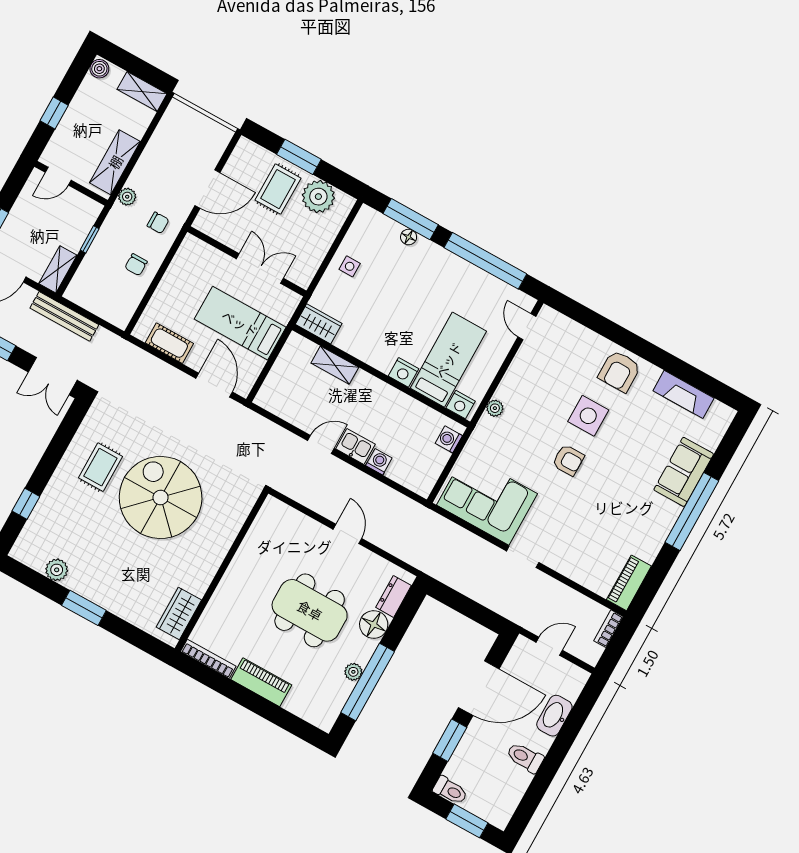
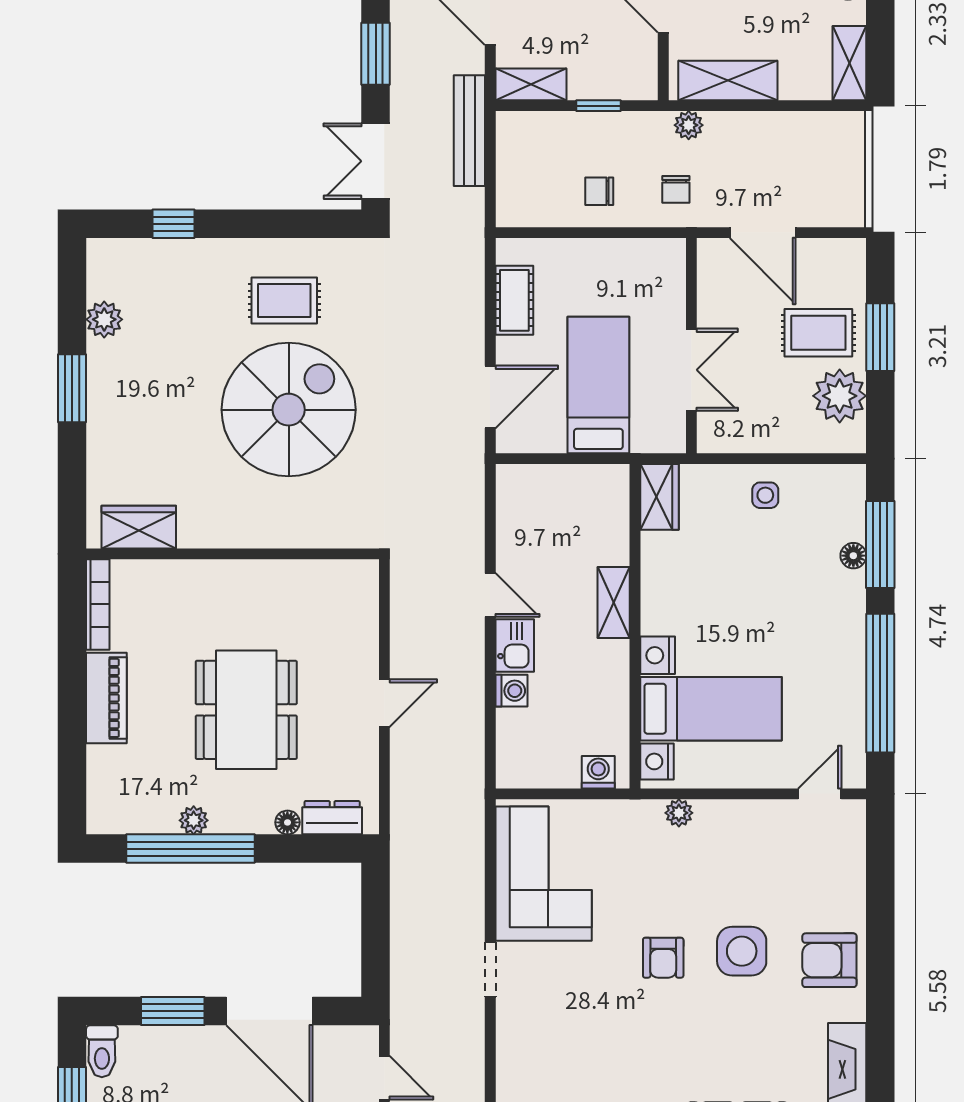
shelving: (335, 365) -> (614, 603), moved
floor lamp: (374, 624) -> (287, 822), width x0.53, depth x0.53

